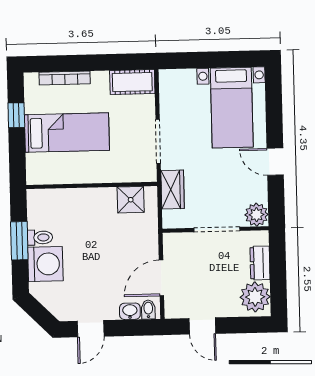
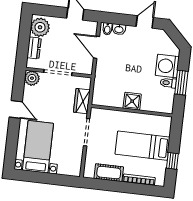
cot: (132, 82) -> (109, 173), moved
shower: (131, 200) -> (132, 101), moved
door: (161, 278) -> (96, 47), swing flipped

